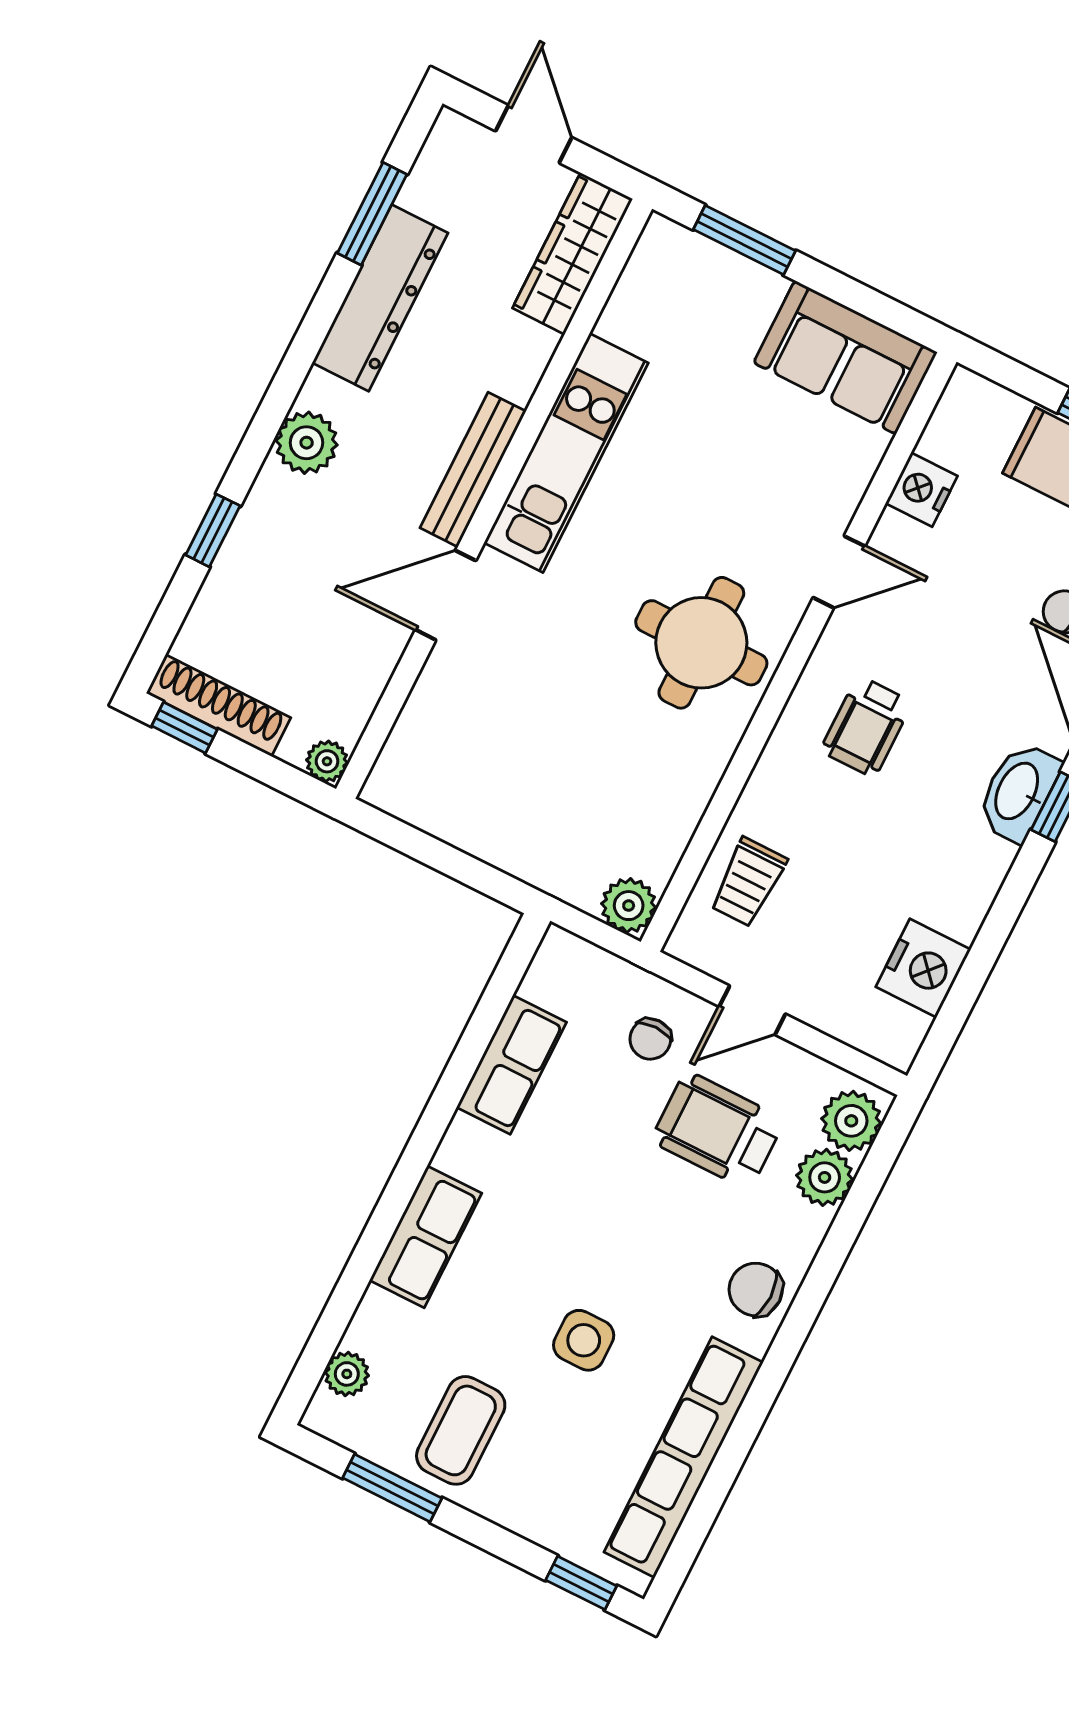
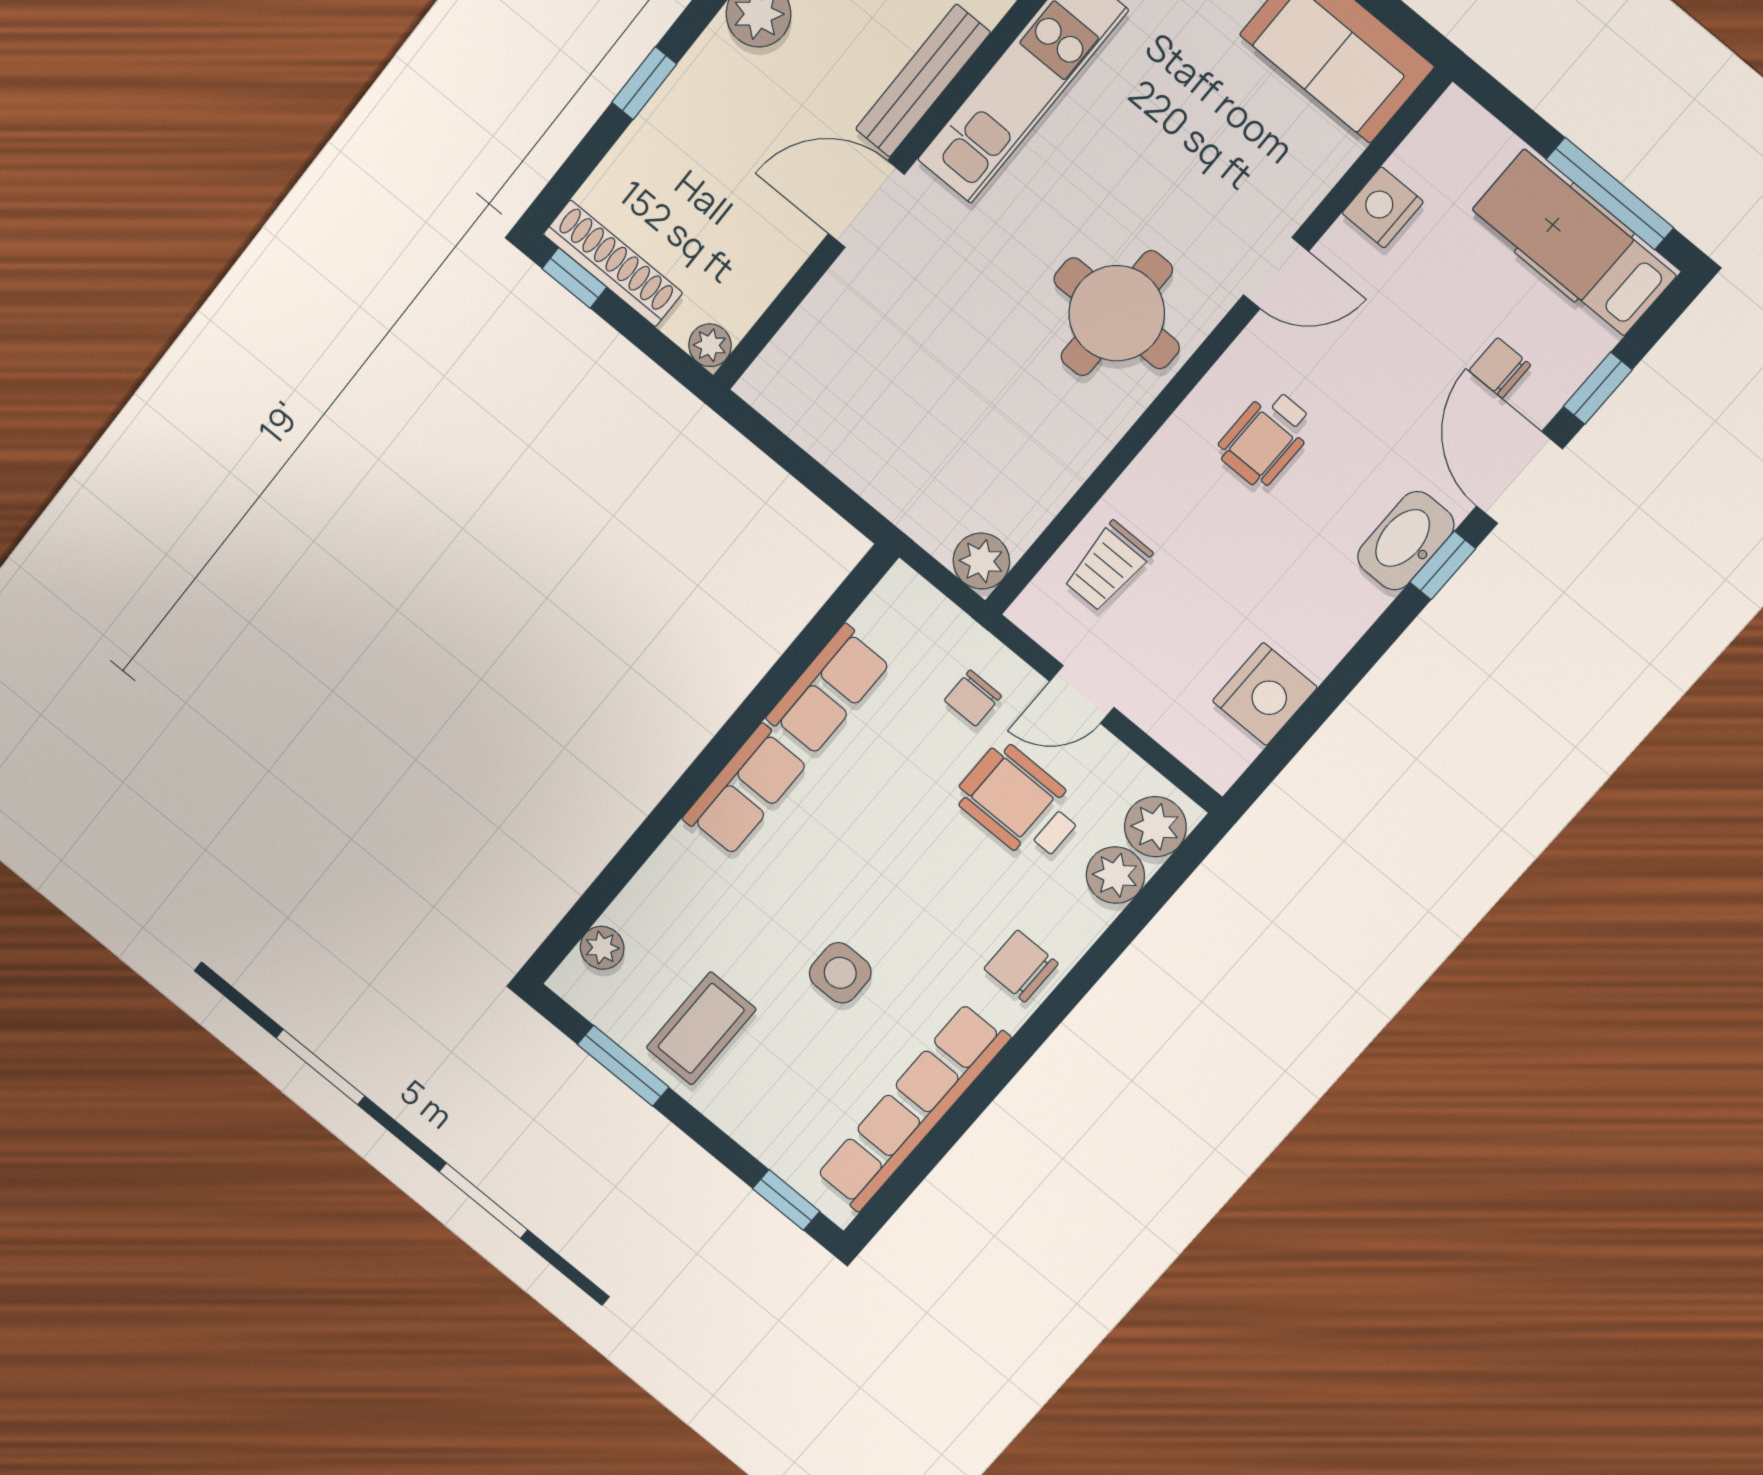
row of seats: (426, 1237) -> (745, 790), moved

